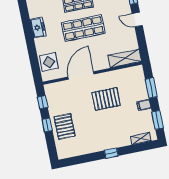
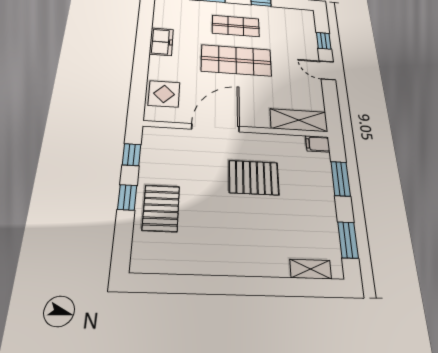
filing cabinet: (144, 105) -> (318, 144), moved
window: (111, 153) -> (245, 286), removed

